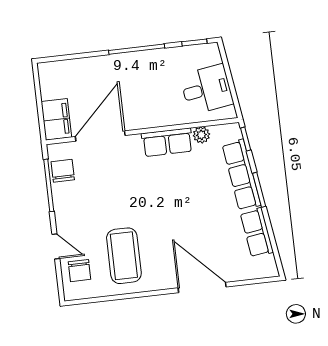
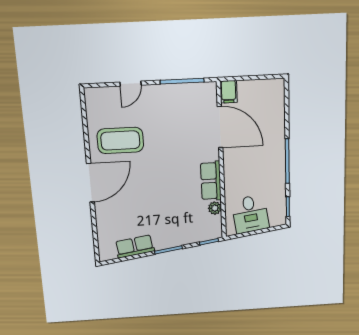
filing cabinet: (56, 119) -> (229, 92), width x0.50
chair: (63, 171) -> (194, 94), removed
row of seats: (242, 175) -> (181, 237), removed
chair: (80, 271) -> (109, 102), removed
door: (202, 287) -> (90, 183), moved

